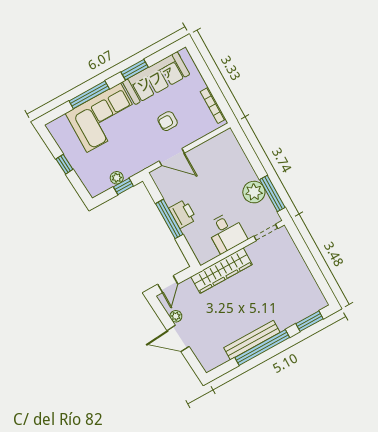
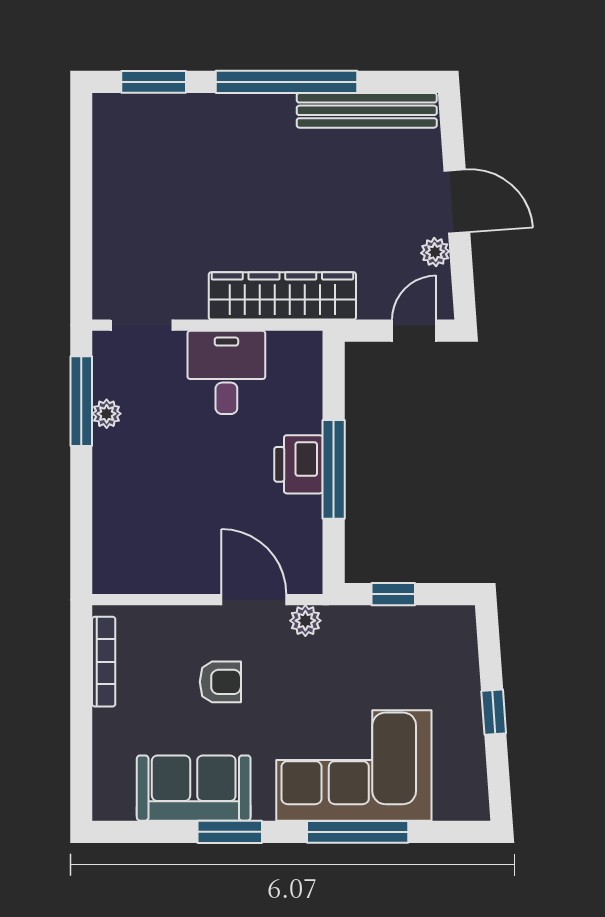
sofa: (156, 78) -> (194, 788), width x0.73
plant: (117, 178) -> (305, 621), moved
plant: (254, 192) -> (107, 414), width x0.53, depth x0.53
bench: (252, 340) -> (367, 110), moved

